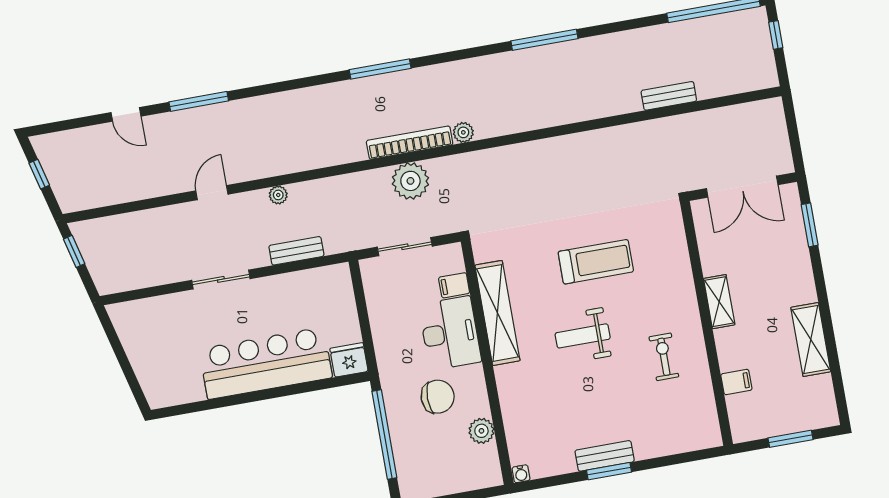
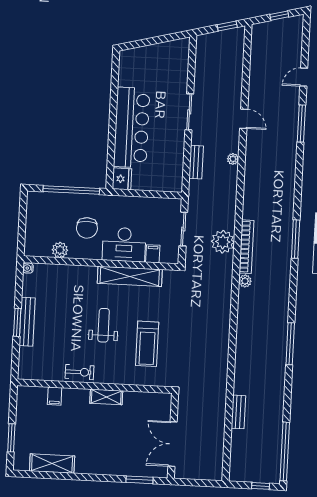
shelving: (719, 302) -> (106, 397), moved
wall: (707, 323) -> (95, 386), moved
shelving: (811, 340) -> (52, 463), moved
filing cabinet: (736, 382) -> (55, 396), moved
bench: (605, 456) -> (27, 322), width x1.36

